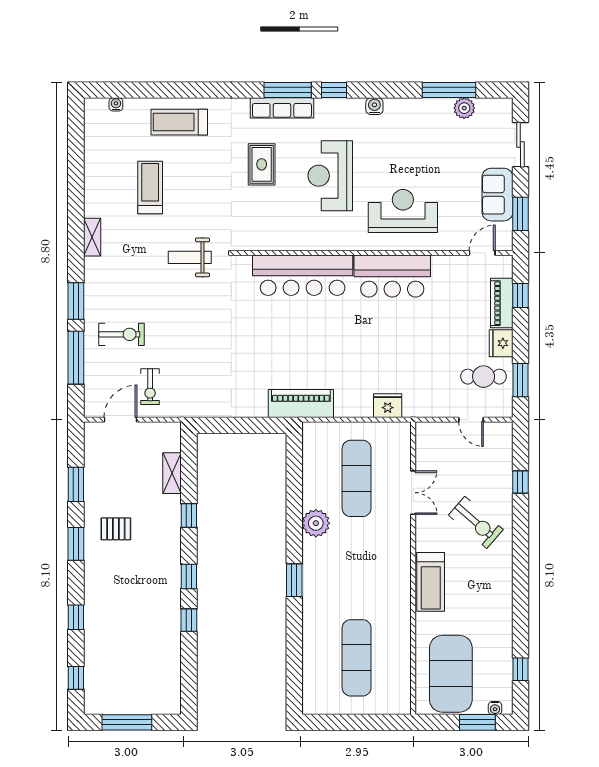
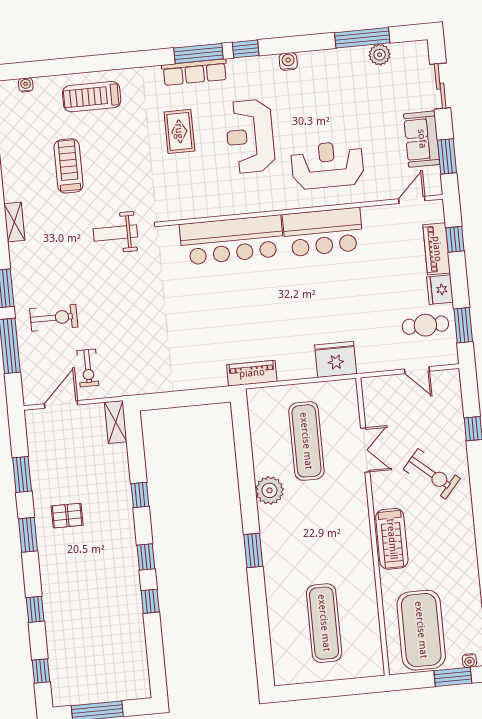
piano: (301, 404) -> (252, 373), width x0.73, depth x0.75
fridge: (388, 406) -> (336, 359), width x1.36, depth x1.34
shelving: (172, 473) -> (116, 422), moved

